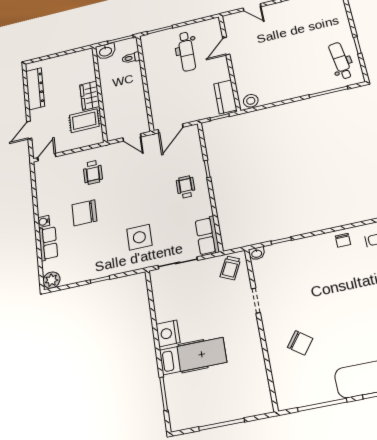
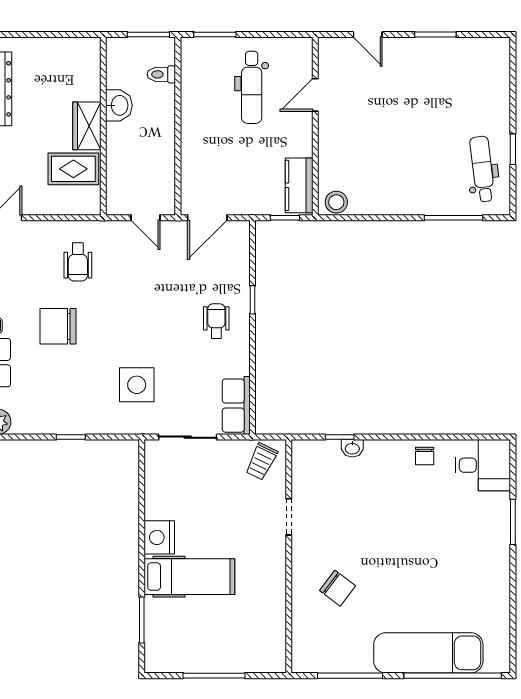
washbasin: (105, 51) -> (119, 105), moved, turned -90
washbasin: (257, 253) -> (352, 448), moved

